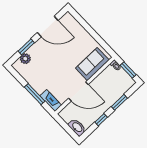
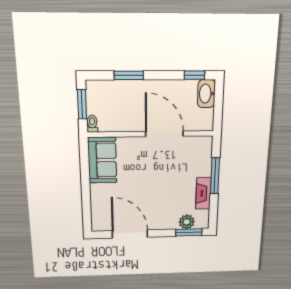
window: (26, 47) -> (189, 232), moved
sofa: (92, 64) -> (102, 160), moved, turned -90
fireplace: (51, 101) -> (203, 193), moved
window: (101, 120) -> (194, 75), moved

